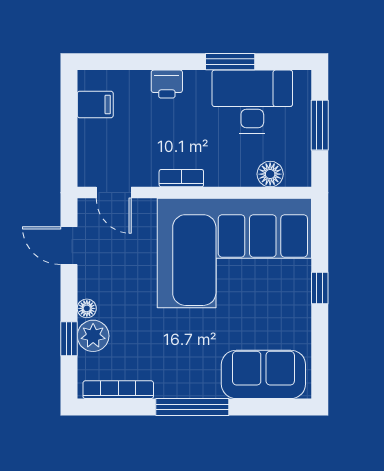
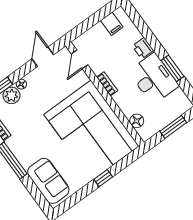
desk: (252, 102) -> (154, 79), moved

